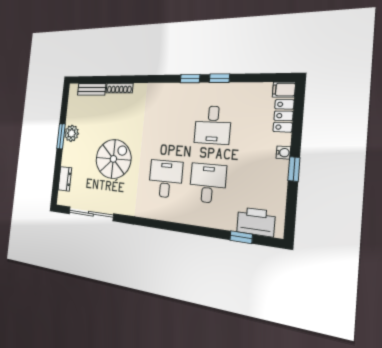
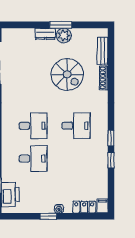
desk: (213, 125) -> (76, 126), moved, turned 180
spiral stairs: (113, 159) -> (67, 74), moved
dresser: (65, 179) -> (45, 34), moved

